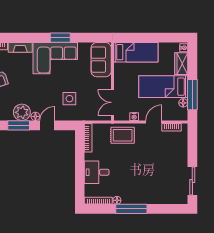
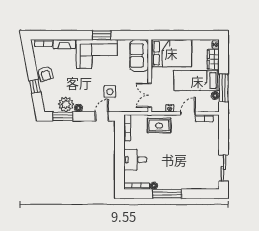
bed: (136, 52) -> (171, 53), width x1.50
door: (47, 125) -> (102, 116), moved

